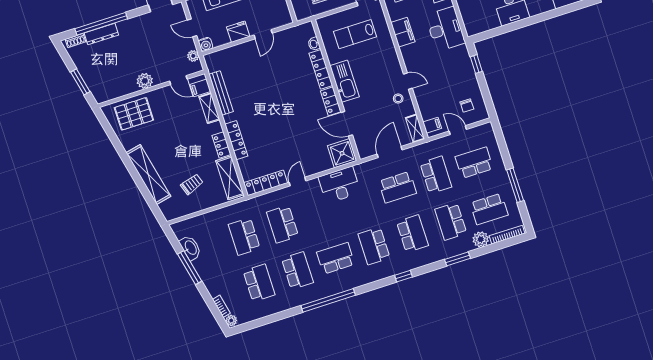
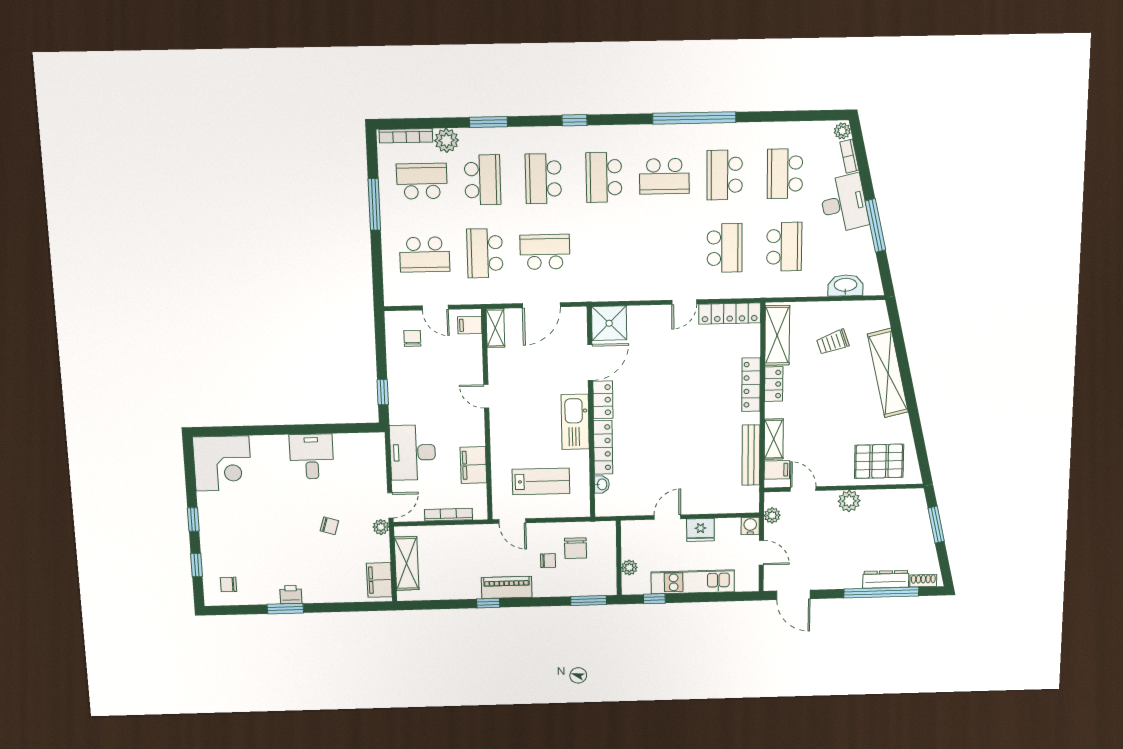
stool: (398, 99) -> (507, 376), removed
door: (347, 124) -> (590, 362), hinge flipped
desk: (339, 185) -> (844, 203), moved, turned -103
school desk: (374, 246) -> (604, 177), turned 180
washbasin: (190, 248) -> (845, 285), moved, turned 103

